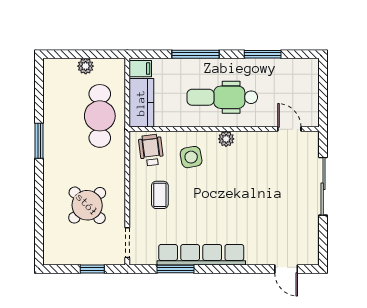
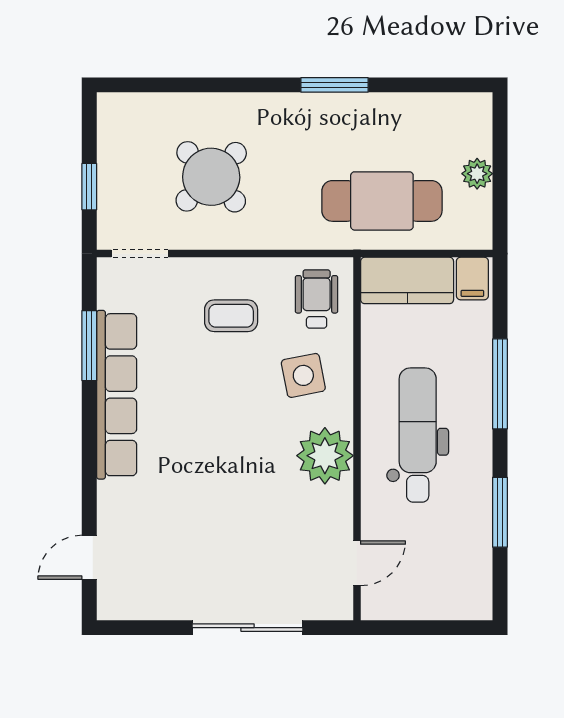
plant: (226, 139) -> (325, 456), width x1.88, depth x1.88
wheelchair: (151, 150) -> (317, 299), turned -83

